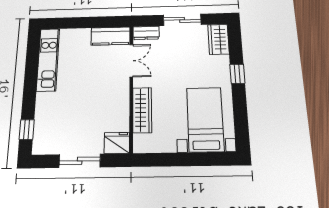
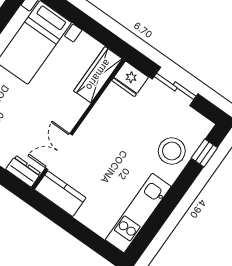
wardrobe: (142, 110) -> (98, 75), moved
stool: (52, 115) -> (172, 151), added

